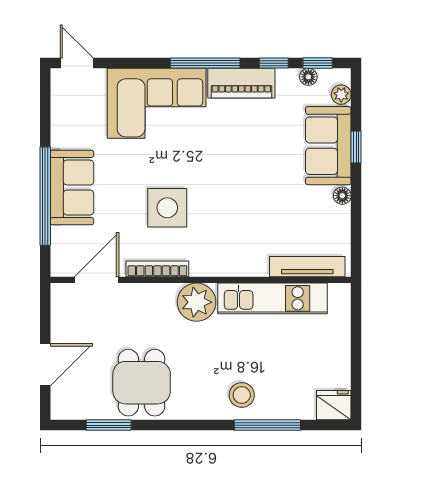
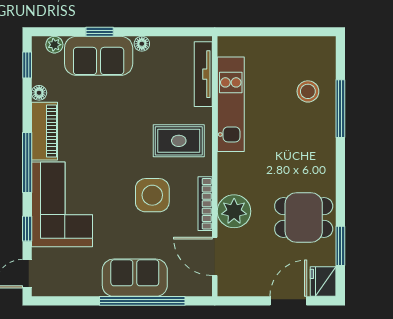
window: (274, 63) -> (27, 229), moved
floor lamp: (308, 77) -> (39, 93), moved
rug: (230, 238) -> (179, 141), added
plant: (197, 302) -> (234, 211), moved
door: (45, 365) -> (288, 301), hinge flipped
stool: (242, 395) -> (308, 91), moved
fridge: (334, 405) -> (323, 282), moved

